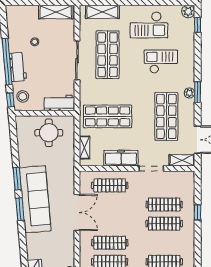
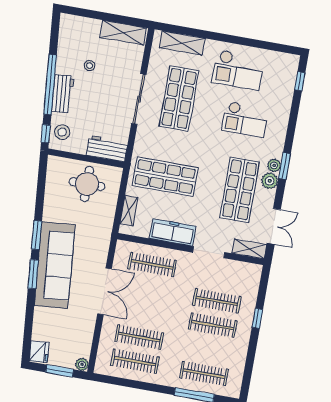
plant: (188, 12) -> (270, 181), moved
checkout: (161, 62) -> (245, 119), turned 180

